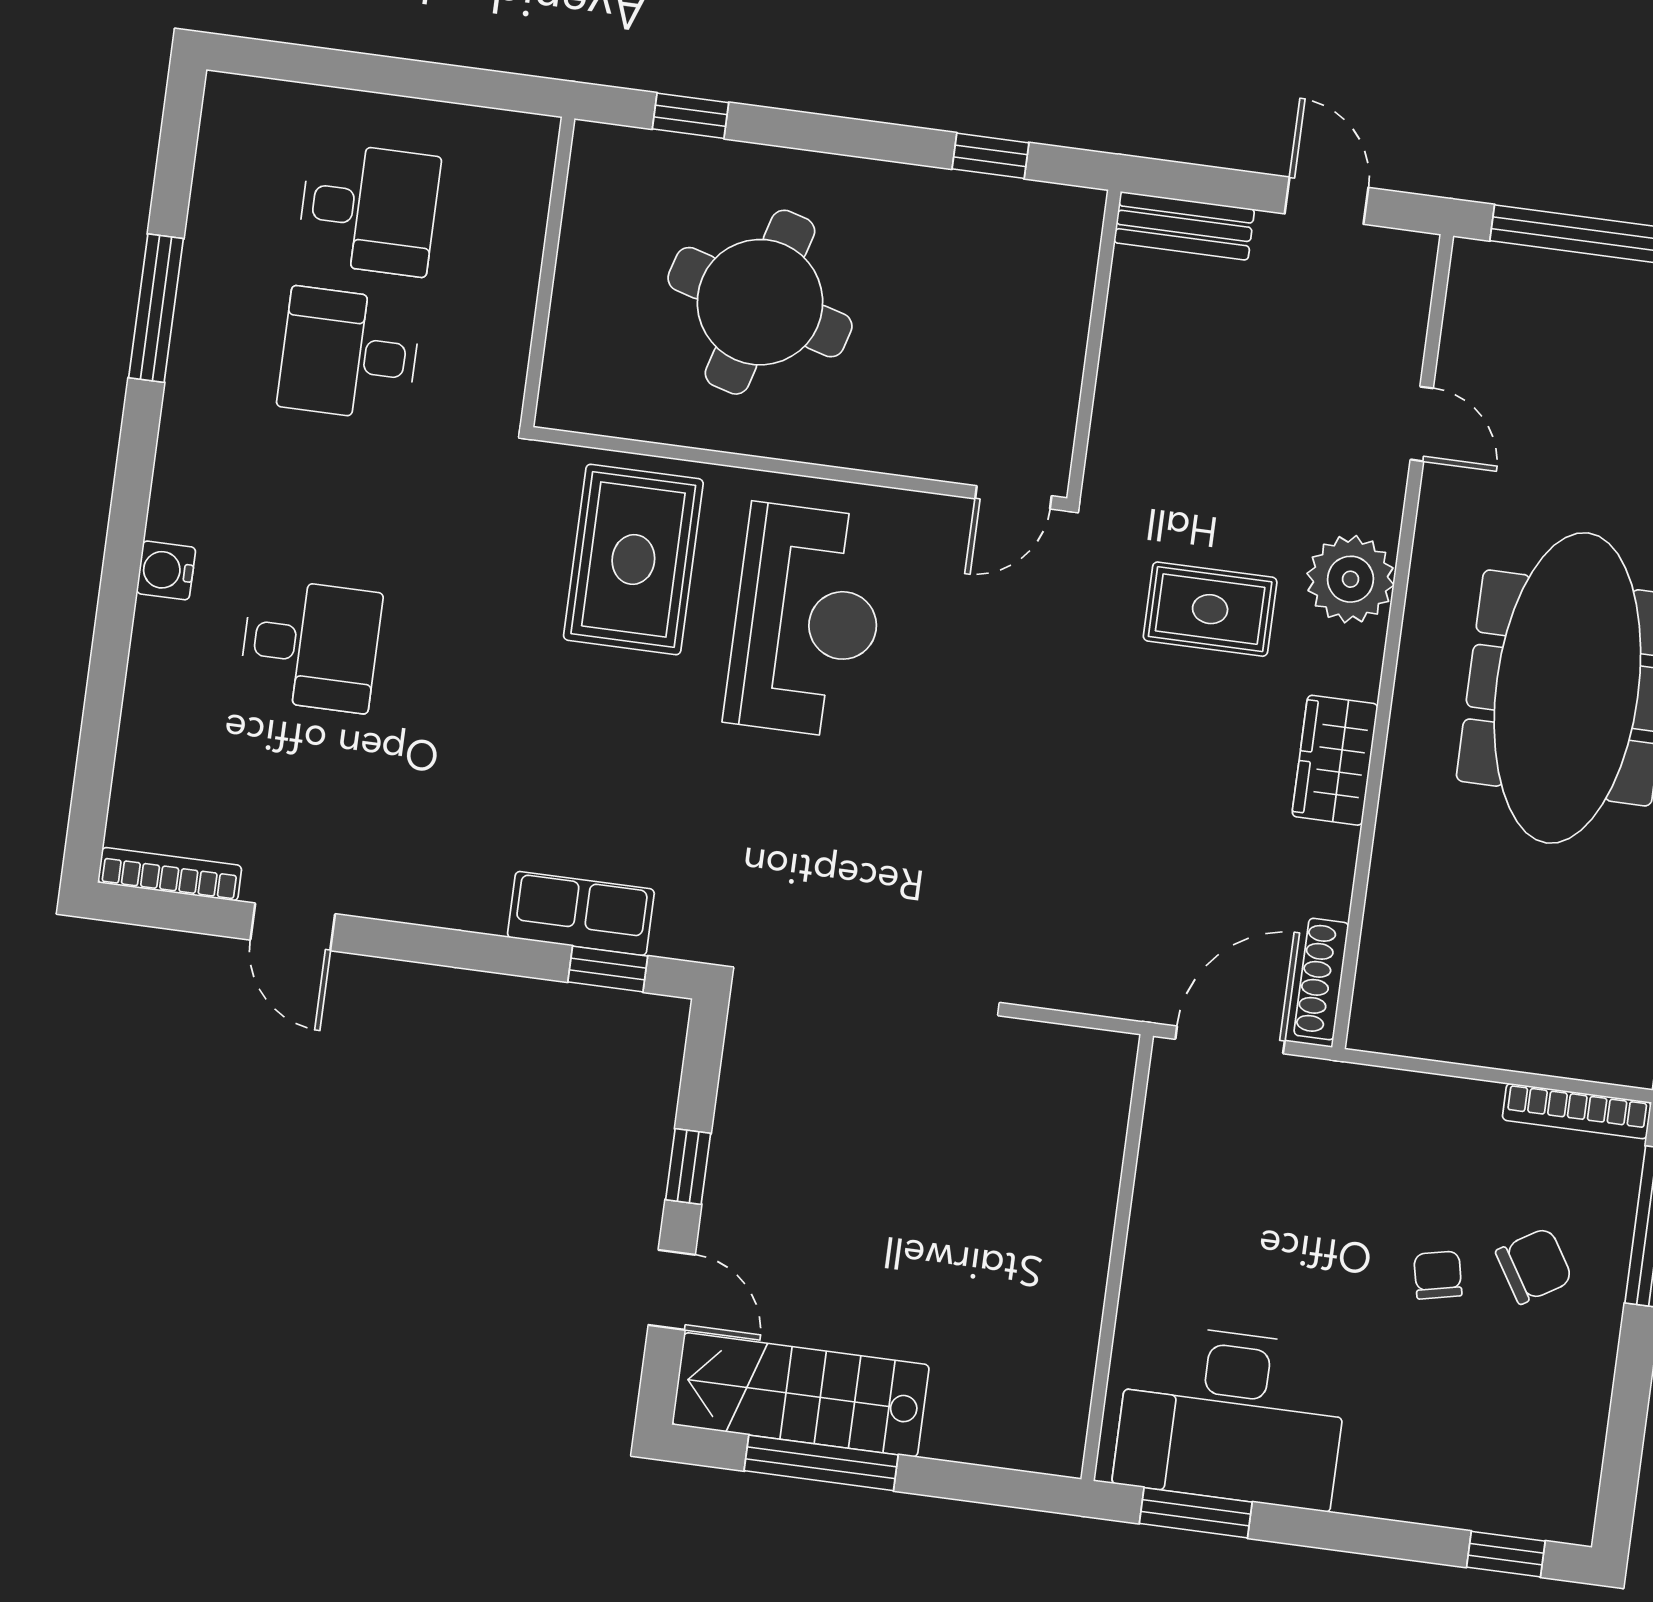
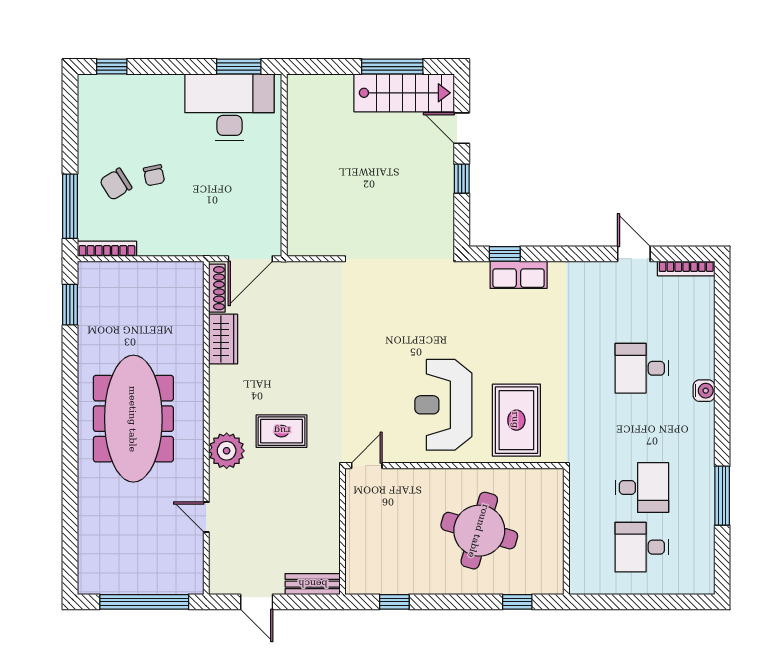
wardrobe: (1335, 760) -> (223, 339), moved

